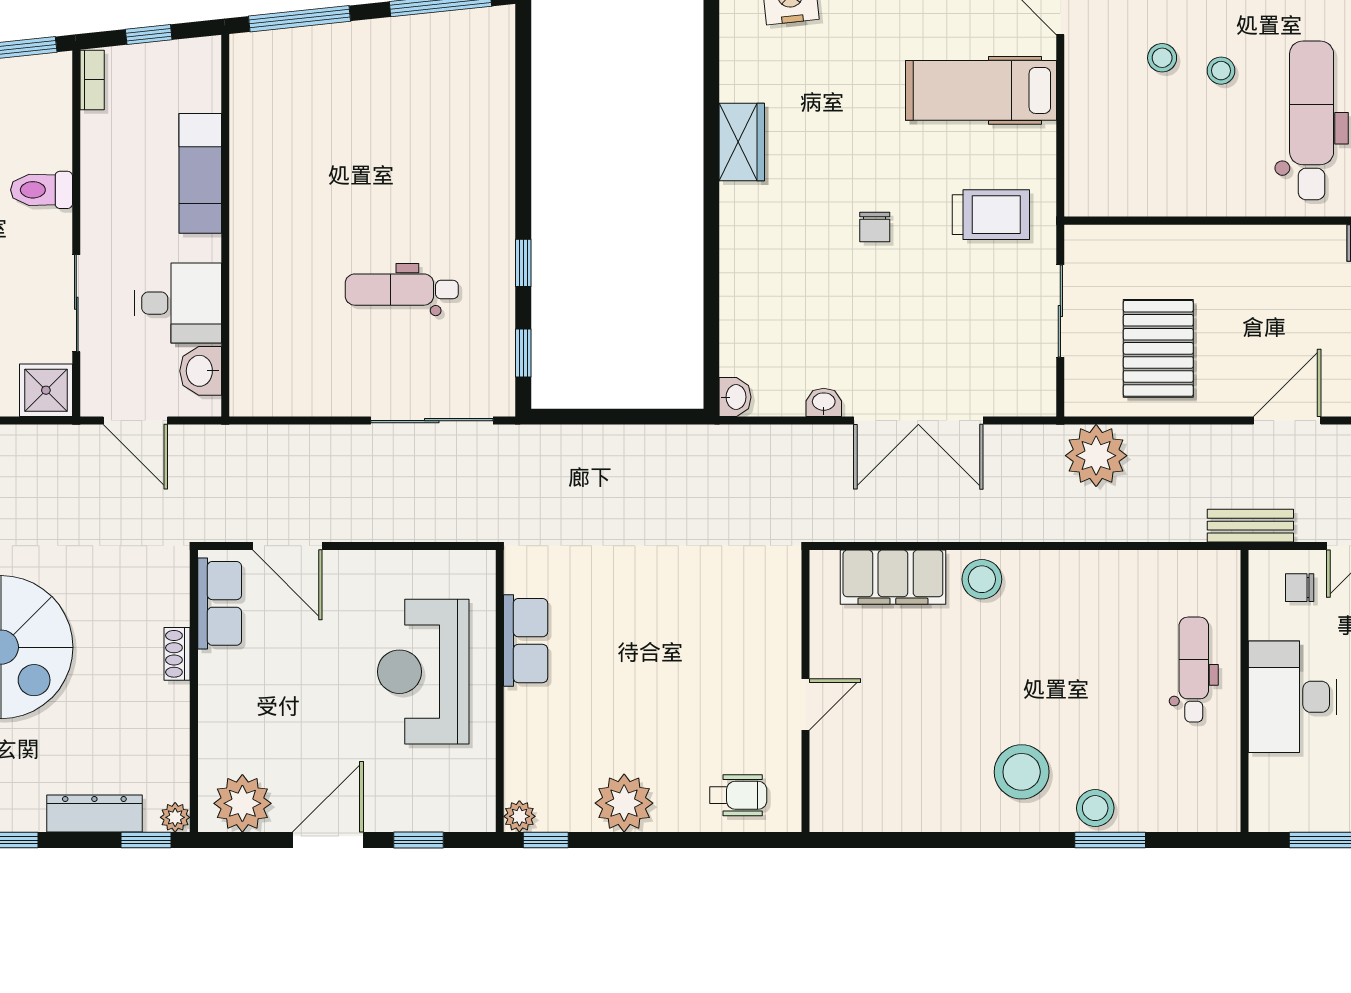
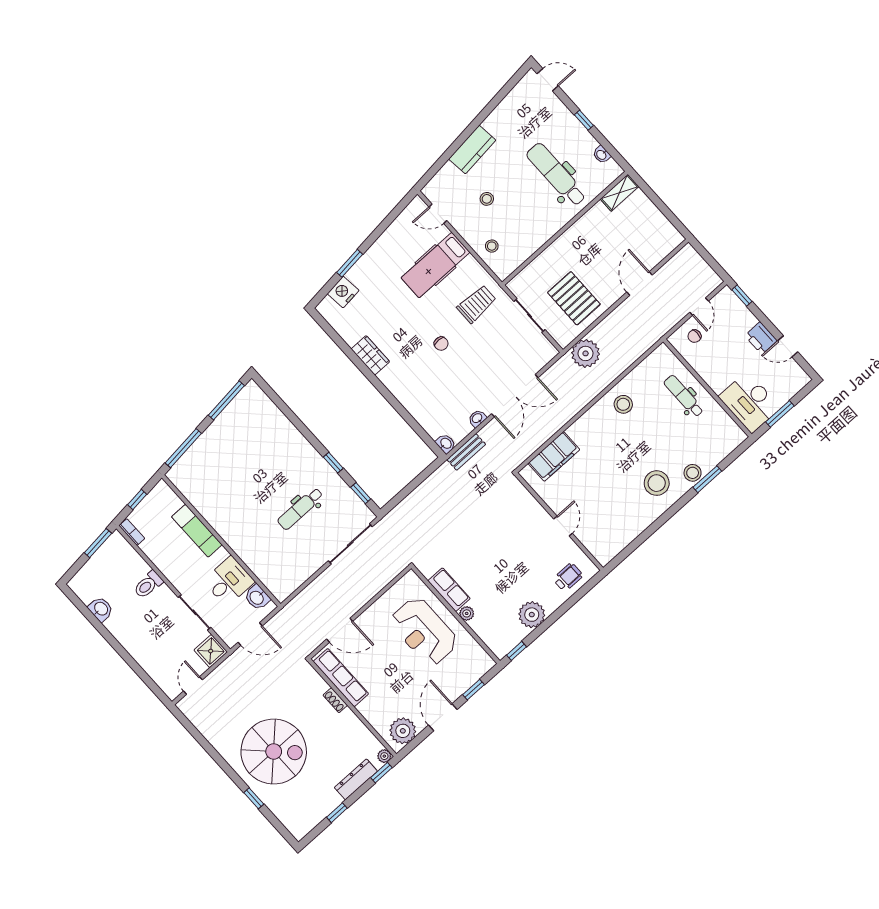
stool: (1221, 71) -> (492, 246), moved
bench: (1250, 526) -> (466, 452), moved
stool: (982, 579) -> (623, 404), moved
row of seats: (220, 603) -> (341, 678), width x1.48
desk: (1292, 697) -> (750, 402), moved
plant: (519, 816) -> (467, 613), moved

